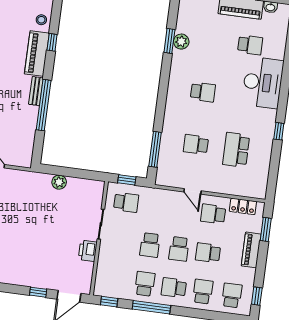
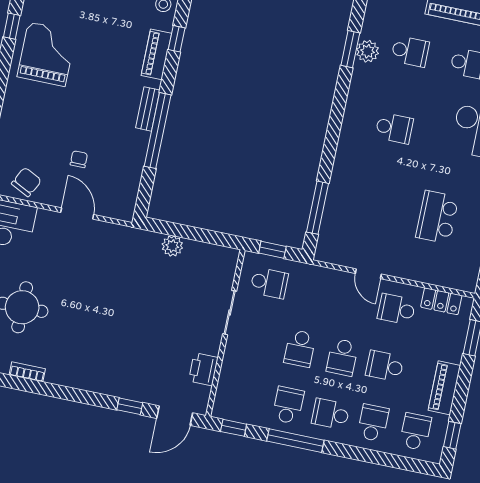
piano: (37, 54) -> (156, 54), width x0.73, depth x0.75
school desk: (196, 144) -> (410, 51), moved, turned 180
piano: (251, 250) -> (444, 388), moved
printer: (88, 251) -> (203, 369), moved

